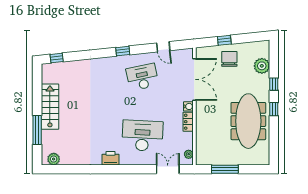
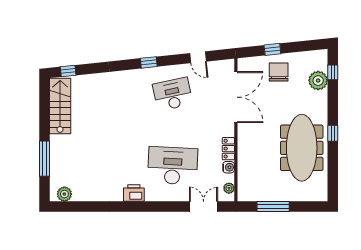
window: (274, 84) -> (333, 72), moved
water cooler: (188, 106) -> (229, 167), moved
stairs: (50, 107) -> (60, 106), moved

